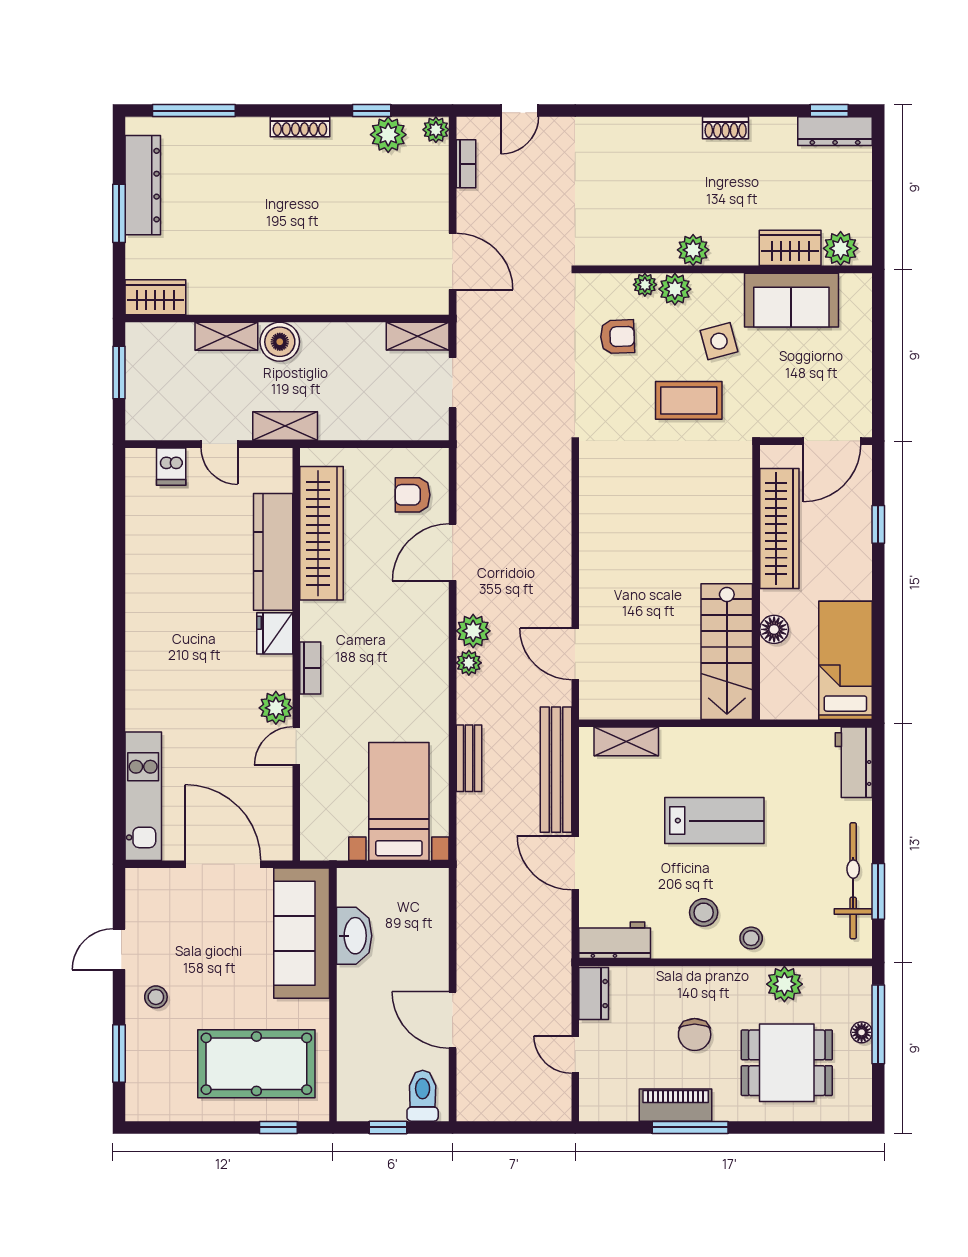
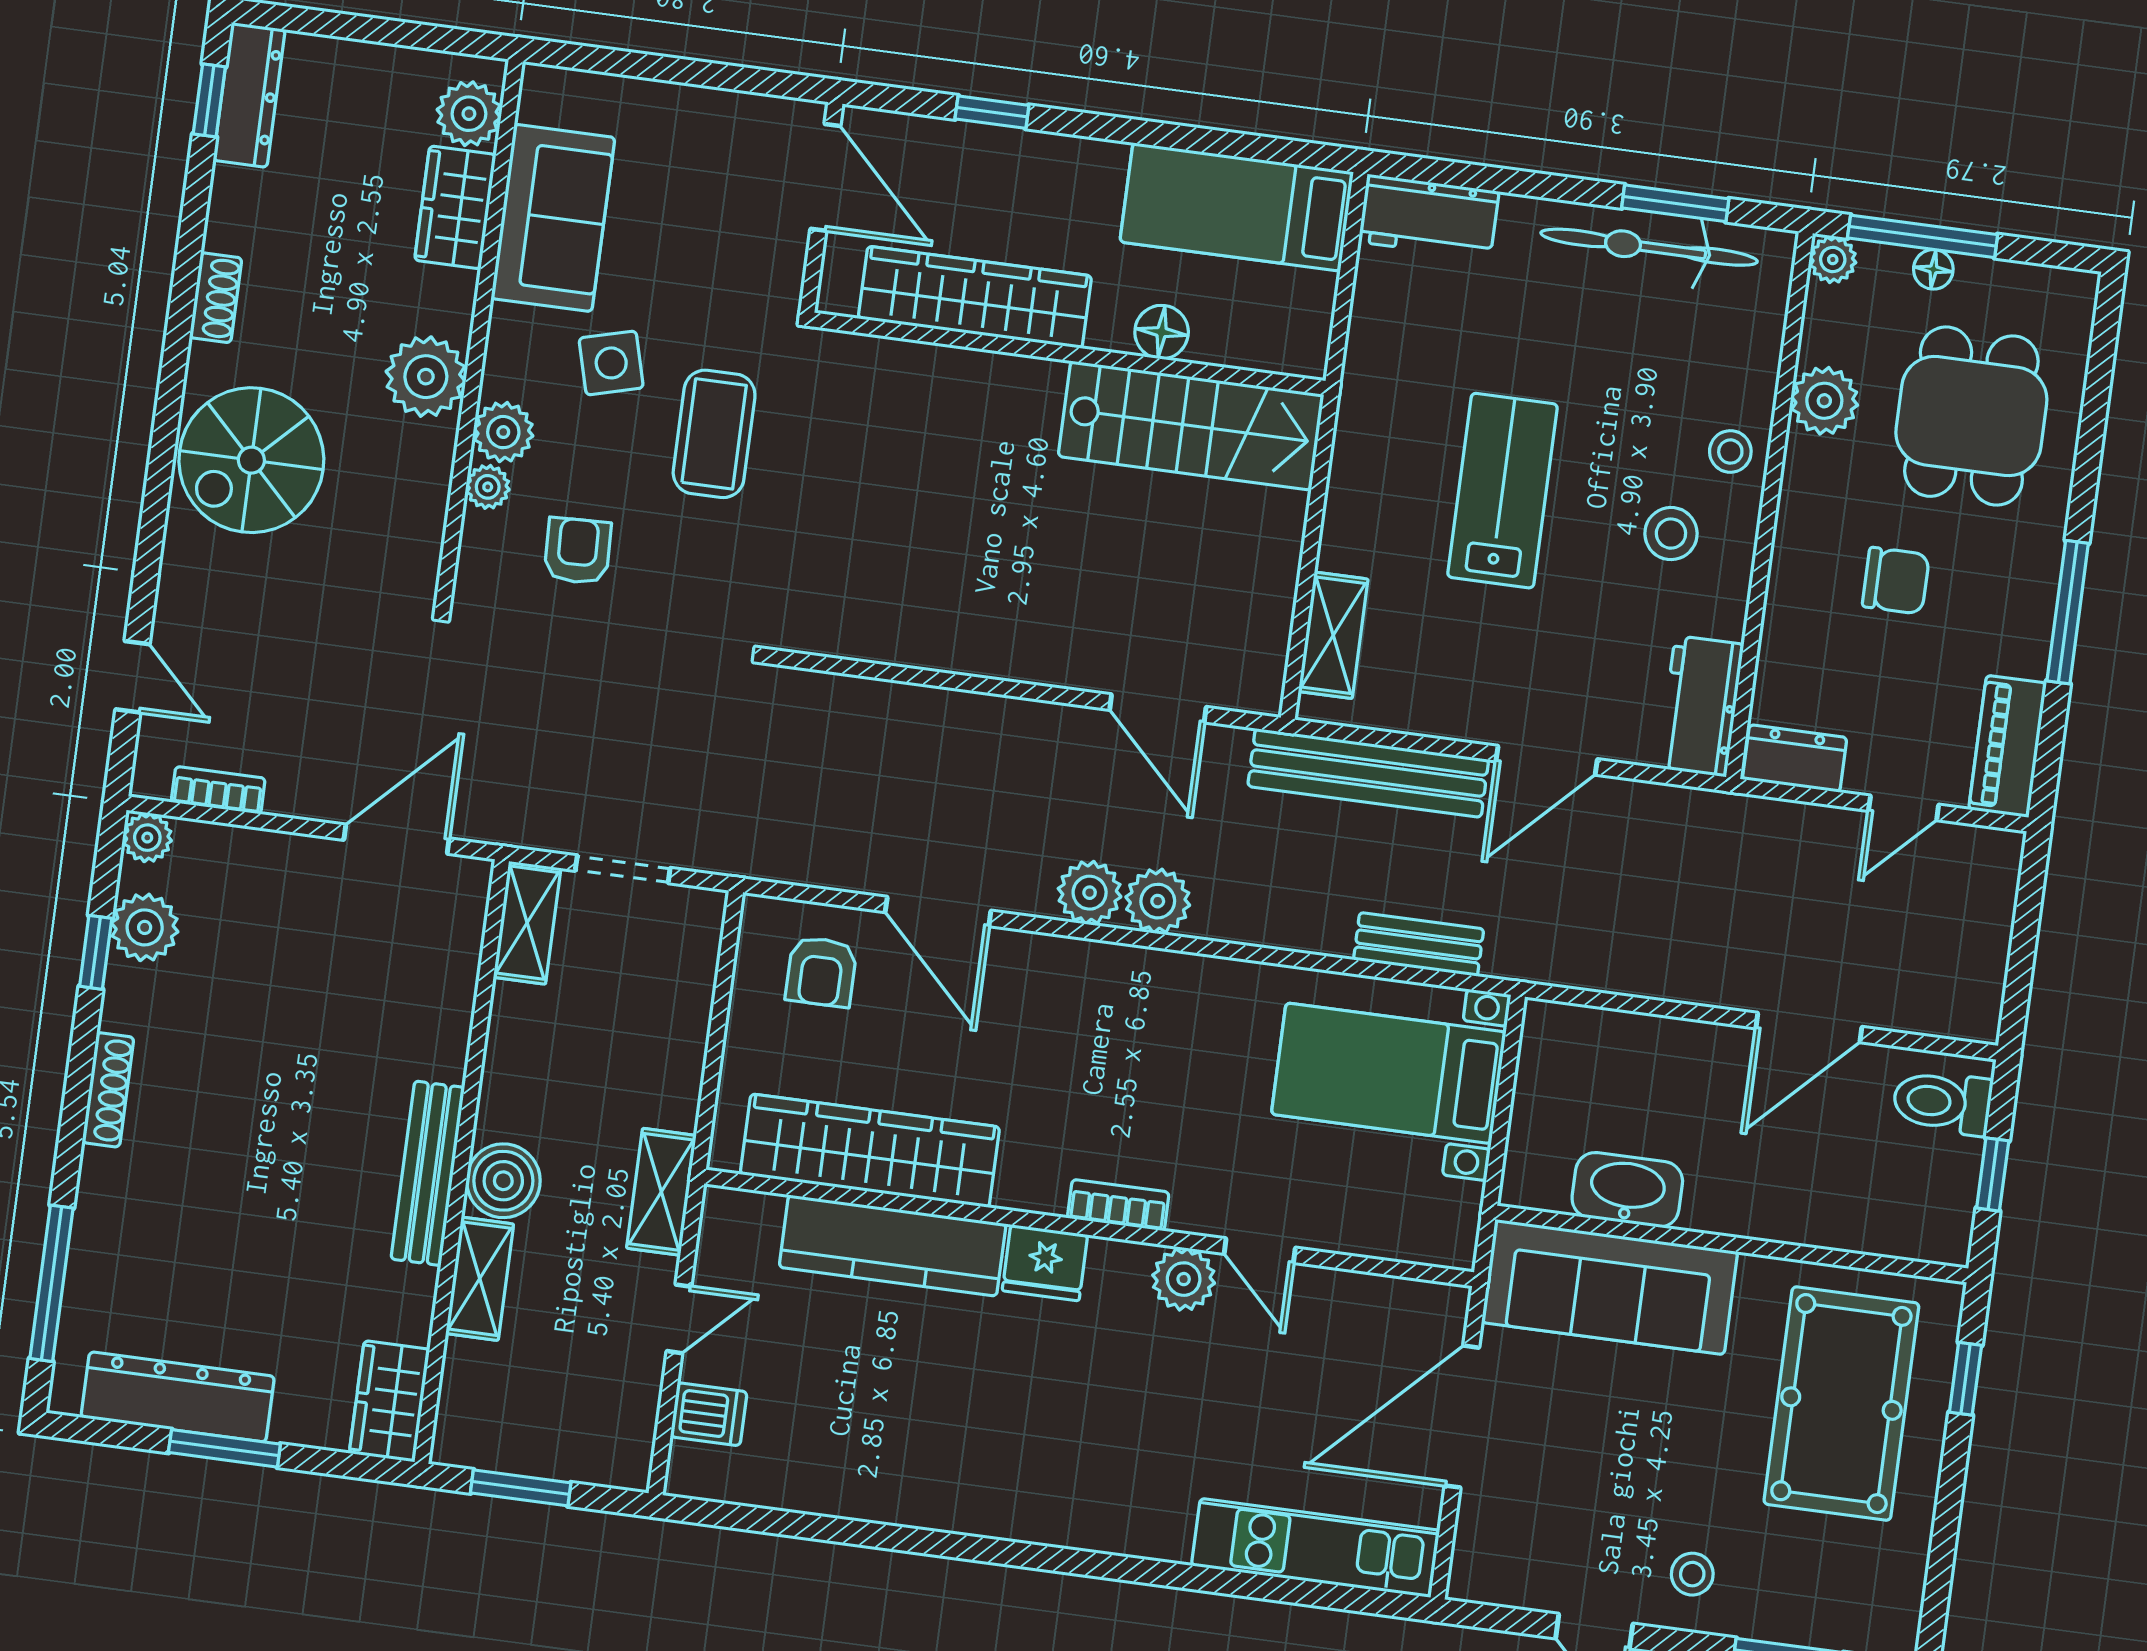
spiral stairs: (642, 158) -> (251, 460), added
plant: (693, 250) -> (426, 377), width x1.36, depth x1.36
bench: (278, 301) -> (428, 1173), added
door: (575, 654) -> (1158, 708), hinge flipped
plant: (469, 663) -> (1158, 901), width x1.38, depth x1.38
bench: (469, 758) -> (1419, 944), moved
plant: (860, 979) -> (1833, 260), added
piano: (676, 1105) -> (2008, 746), moved

